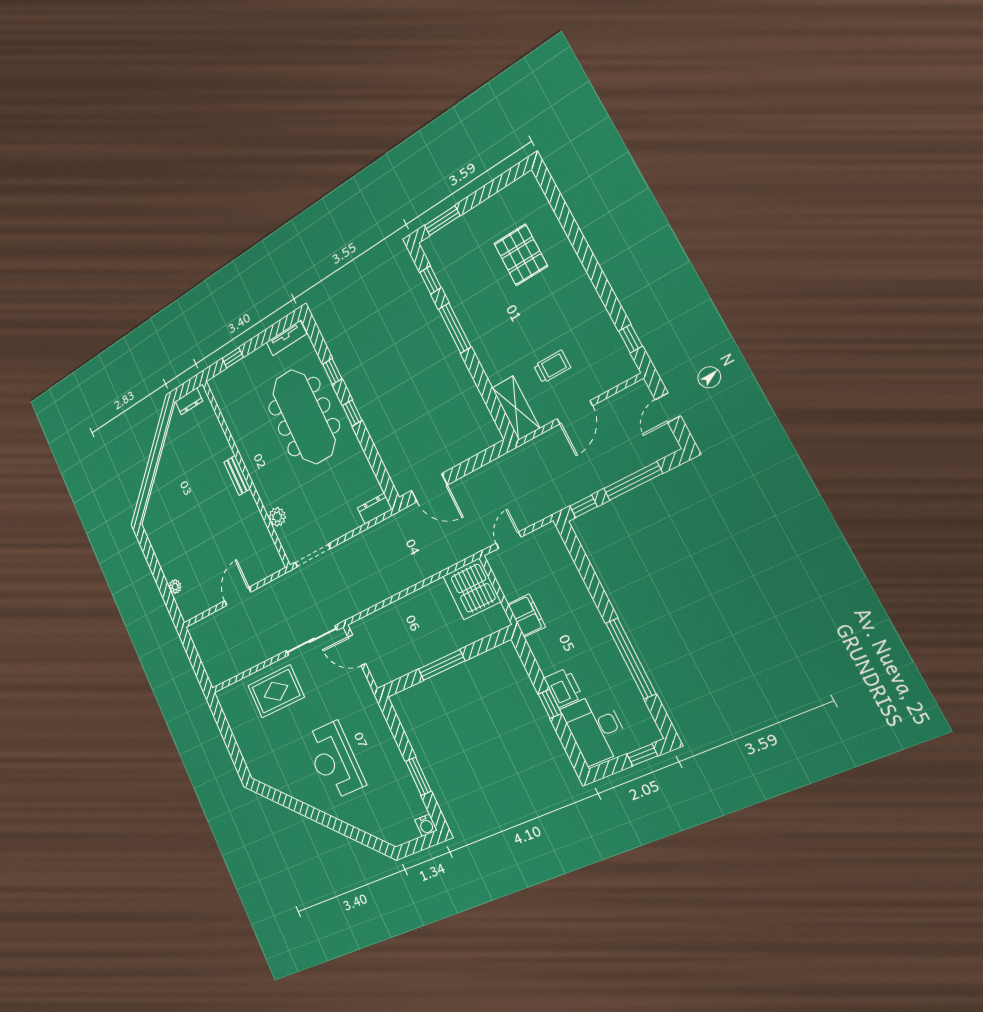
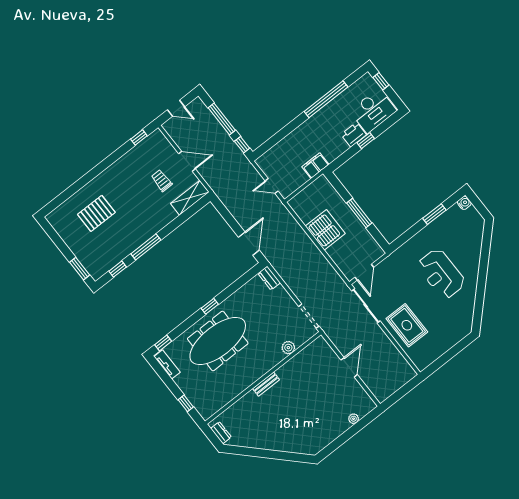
window: (332, 371) -> (163, 343), moved
server rack: (472, 589) -> (325, 230), moved, turned -90
door: (238, 596) -> (349, 367), swing flipped
reception desk: (334, 760) -> (441, 274), turned 90

